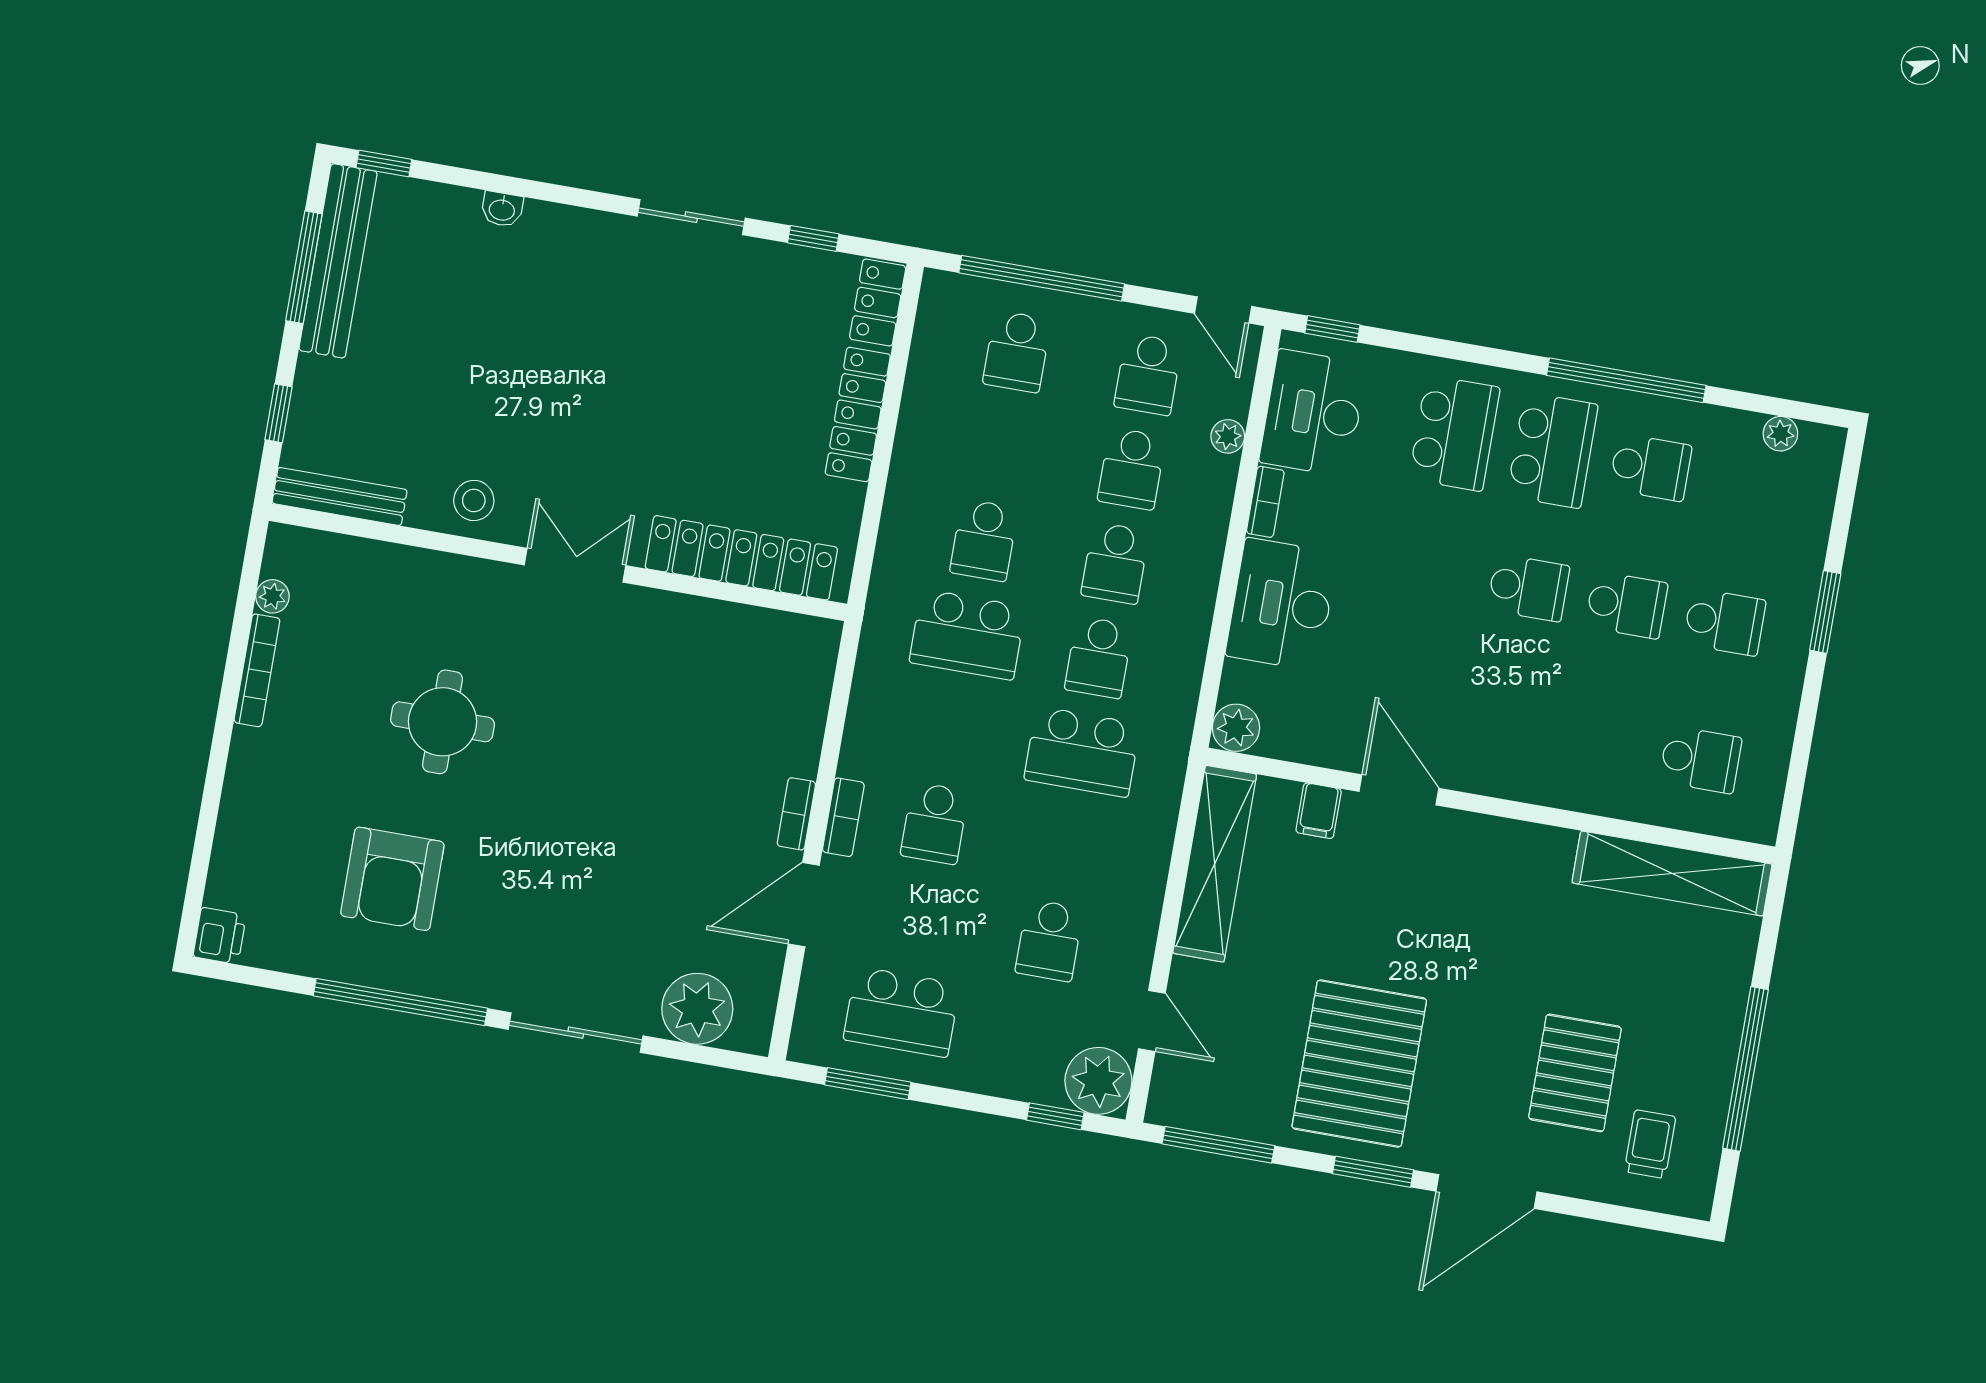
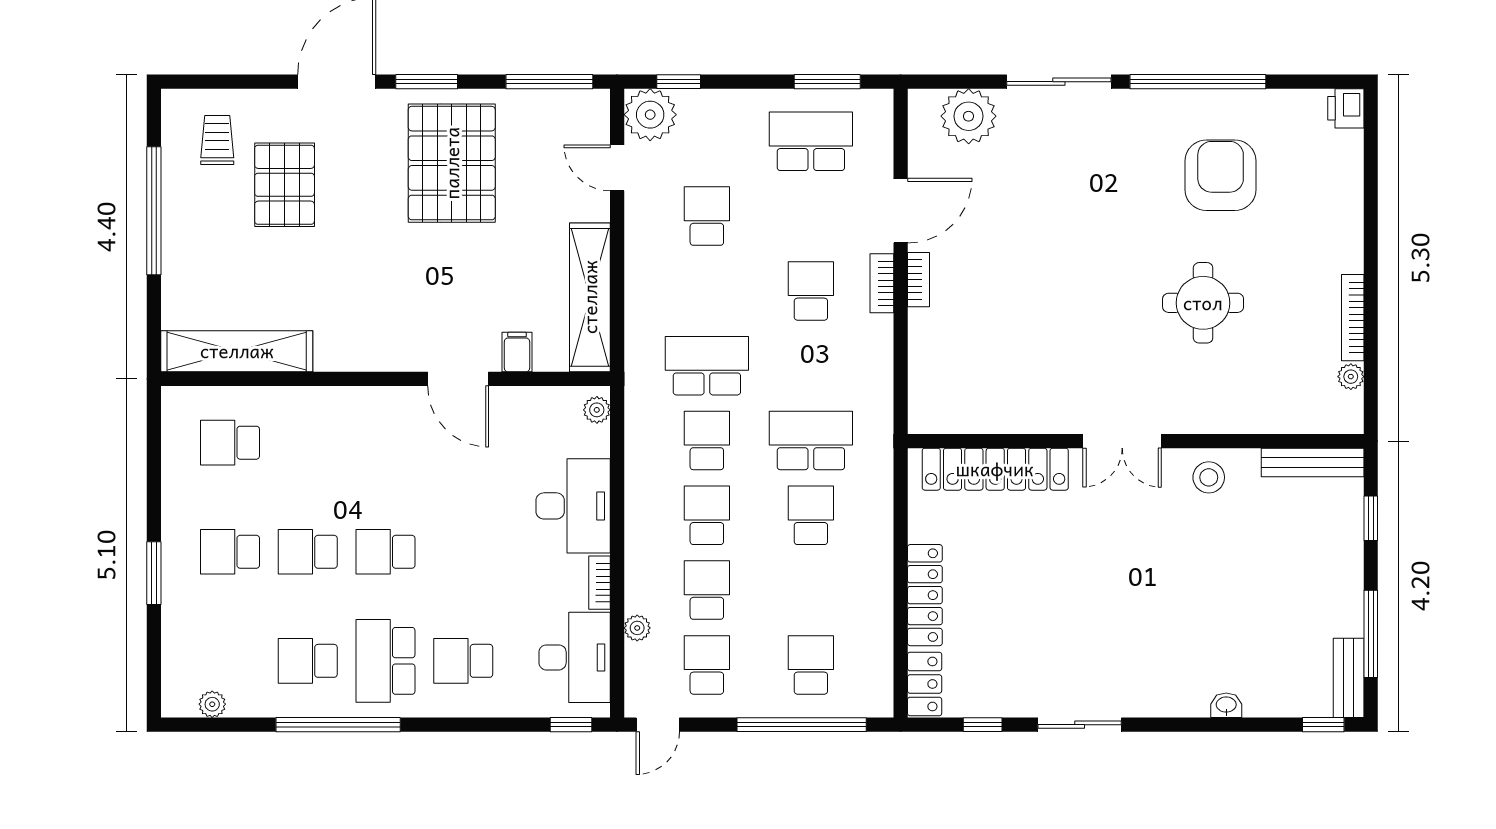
bench: (338, 261) -> (1349, 678), width x0.54, depth x0.82
door: (1223, 310) -> (658, 725), swing flipped
school desk: (1454, 433) -> (463, 661), width x0.54
plant: (1236, 728) -> (597, 410), width x0.73, depth x0.73
trolley: (1650, 1144) -> (217, 140), turned 180

